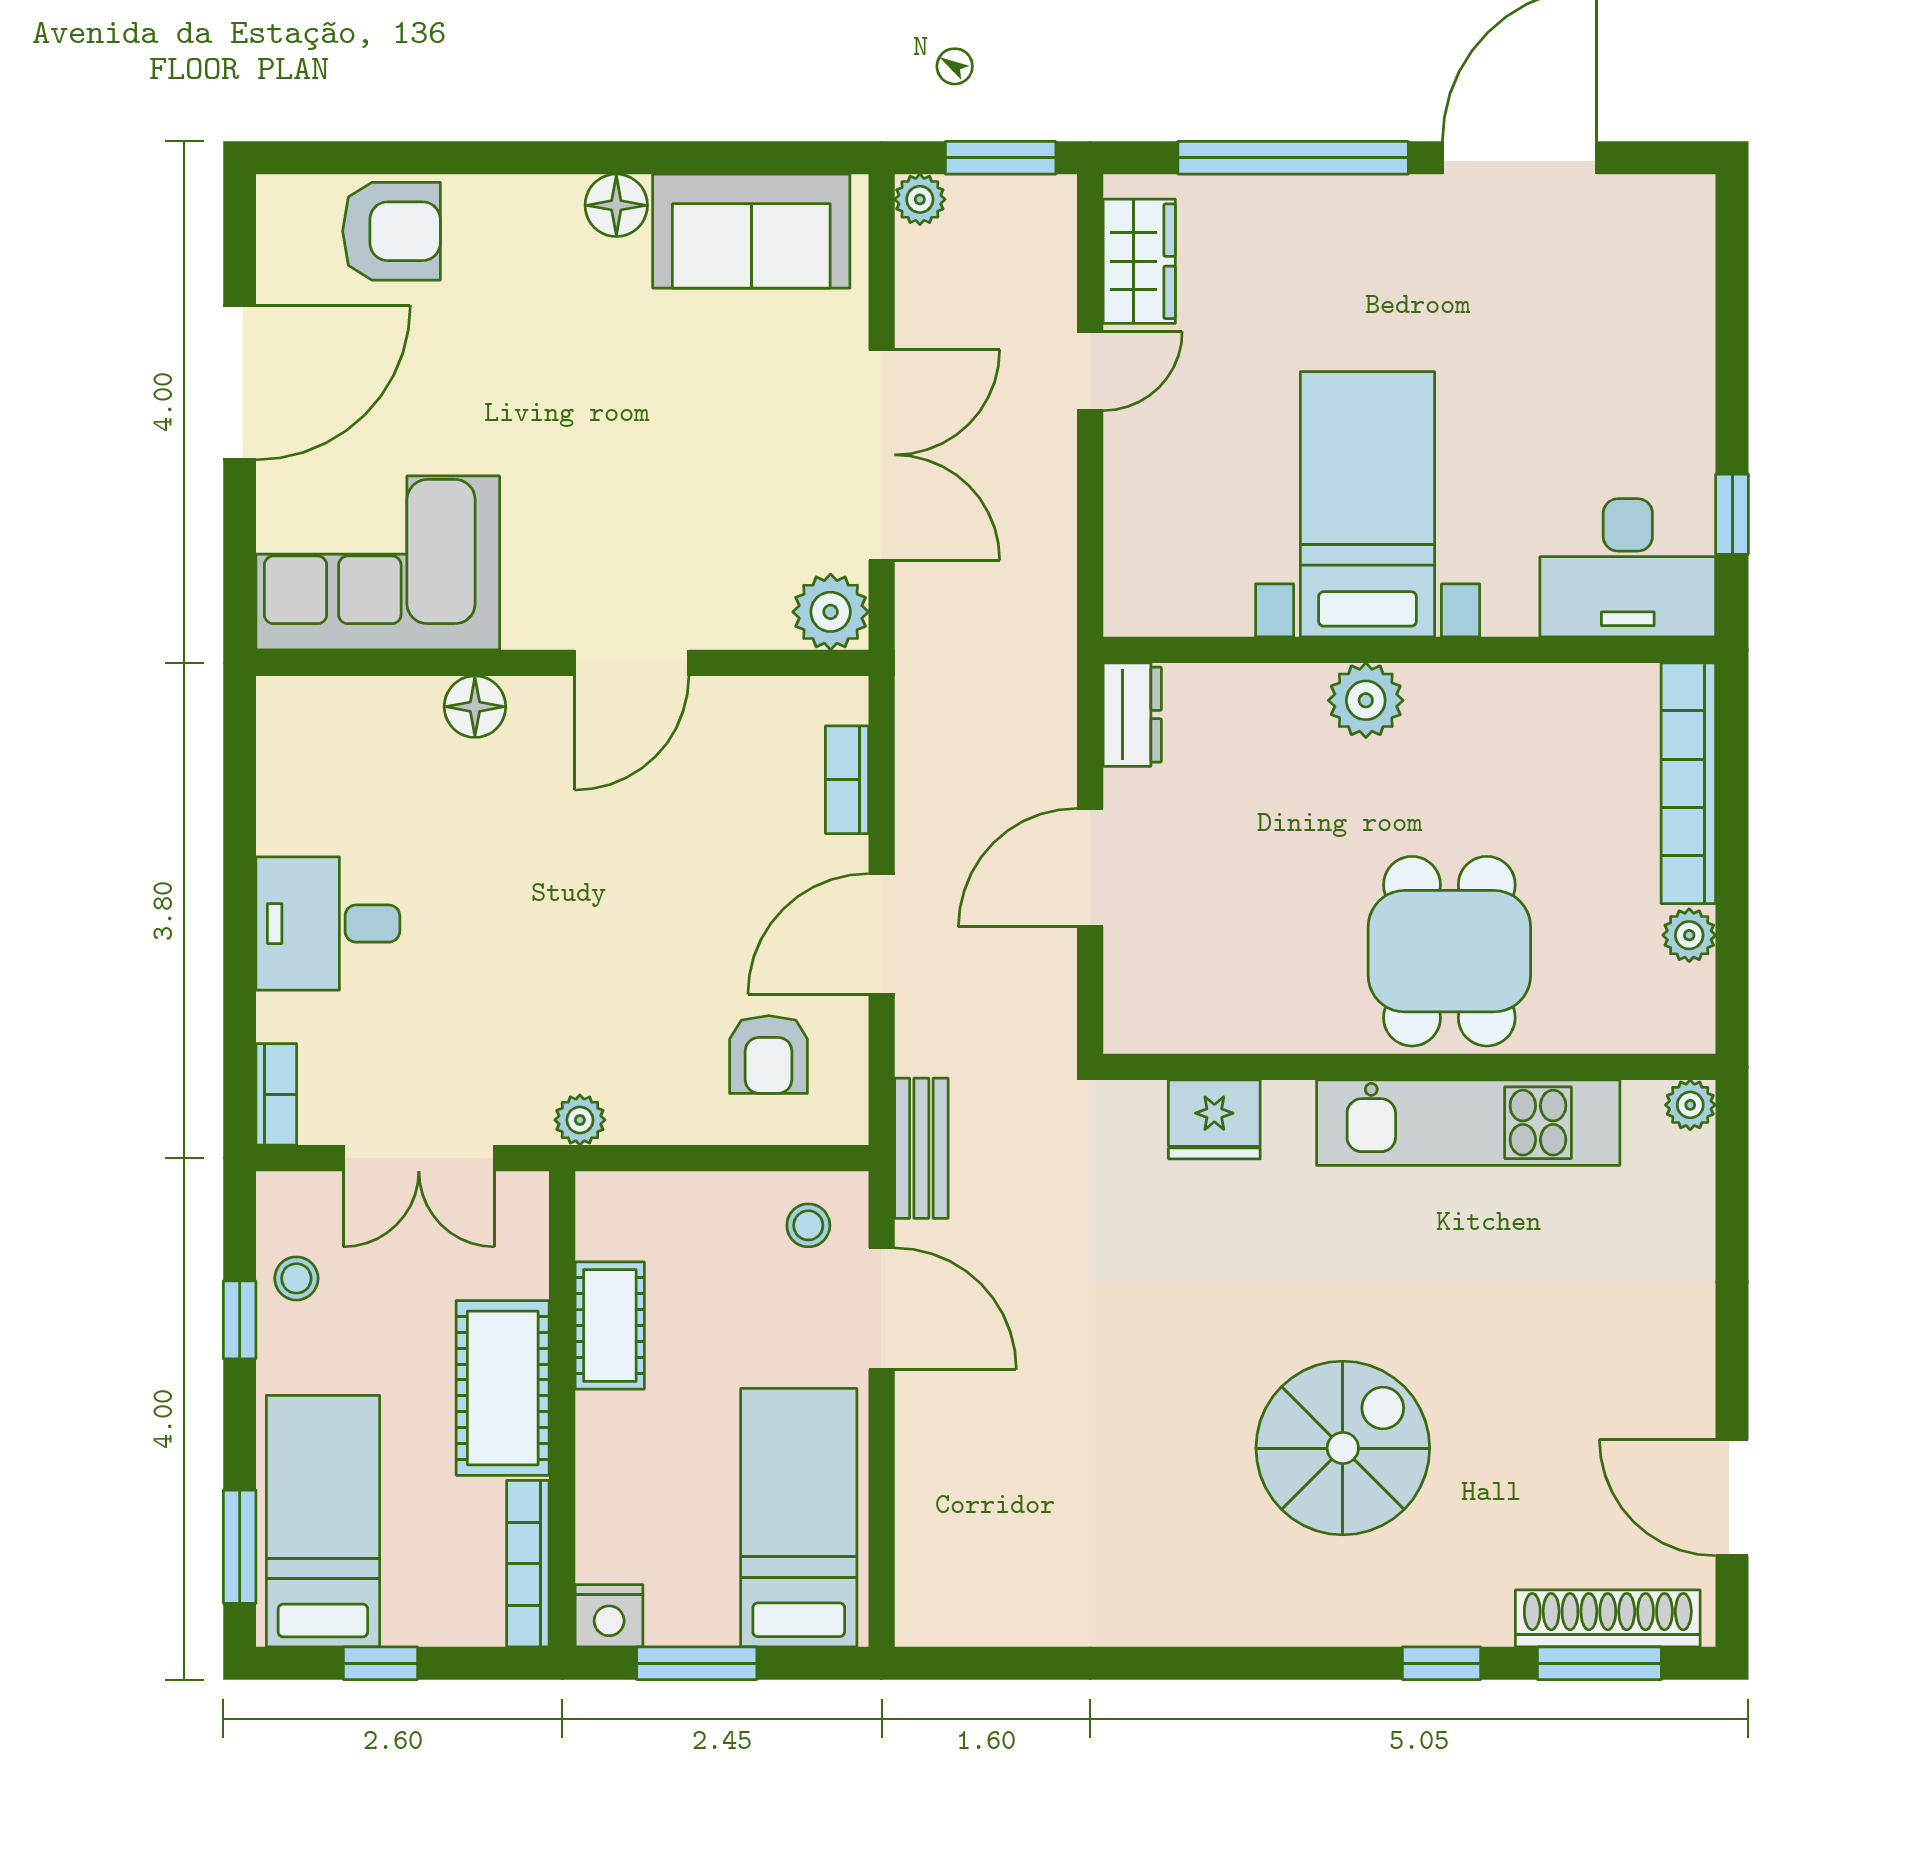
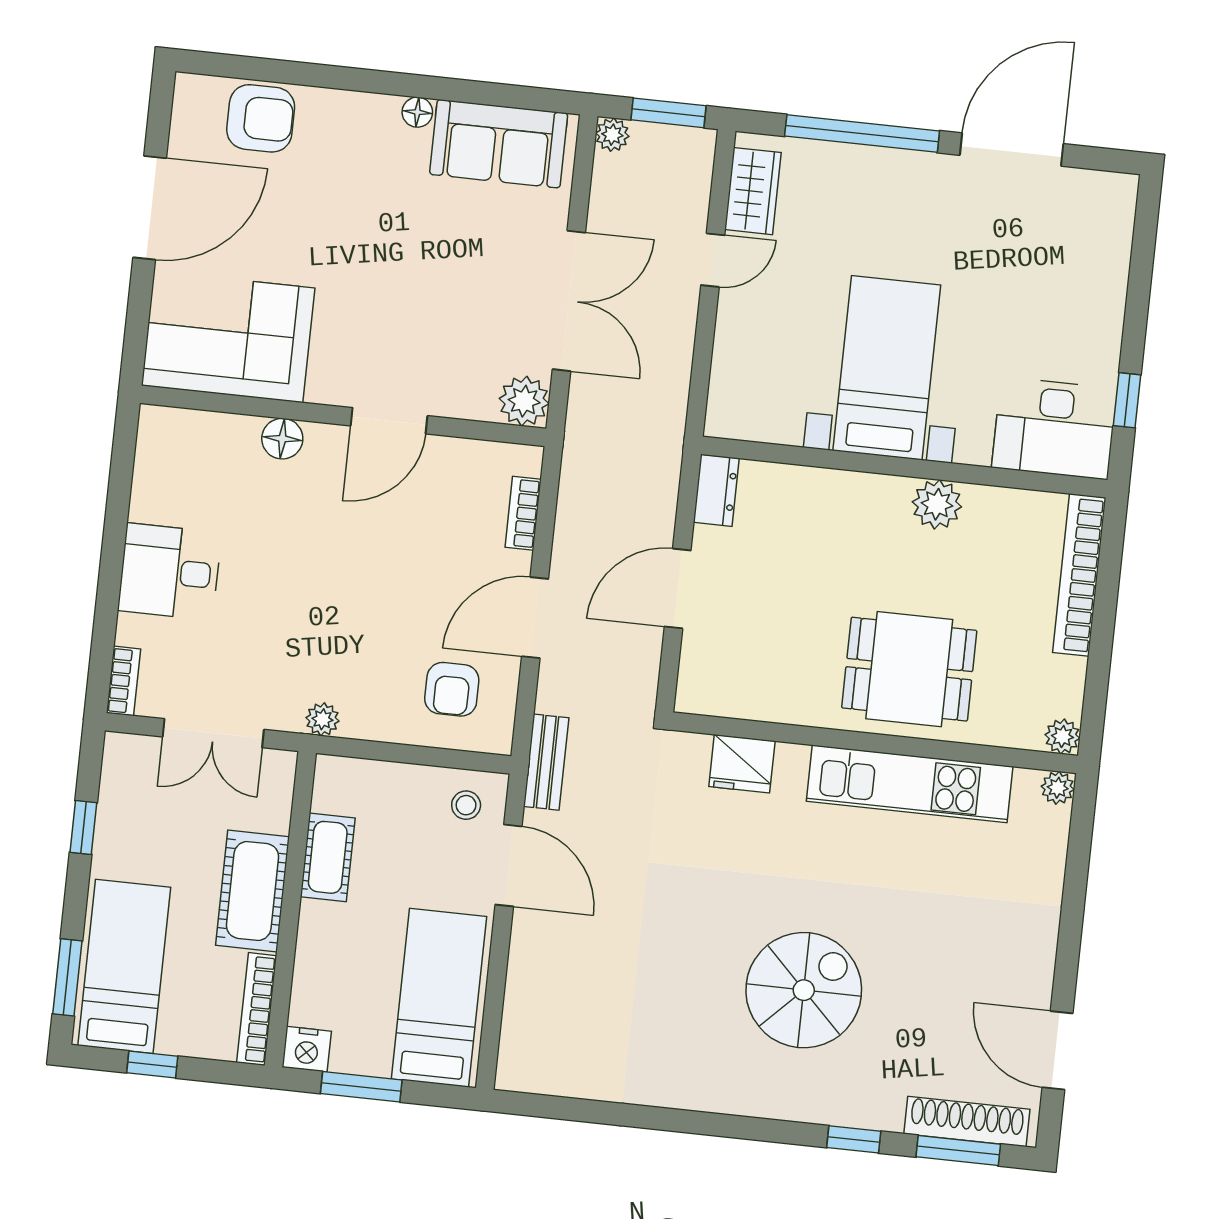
floor lamp: (616, 205) -> (417, 112), width x0.73, depth x0.73
plant: (1366, 700) -> (937, 504), moved
plant: (1689, 935) -> (1062, 736), moved
dining table: (1449, 951) -> (909, 669), turned 90
stool: (296, 1278) -> (124, 804), removed

